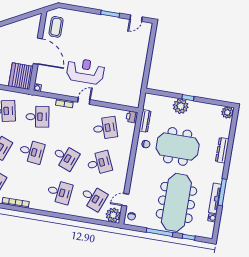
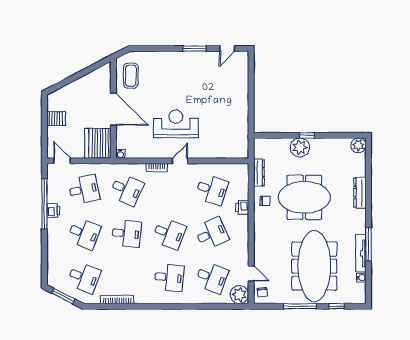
desk: (37, 117) -> (126, 190), turned 33
printer: (132, 117) -> (242, 207), moved
desk: (105, 128) -> (212, 190), turned 36
door: (125, 200) -> (251, 273), swing flipped

